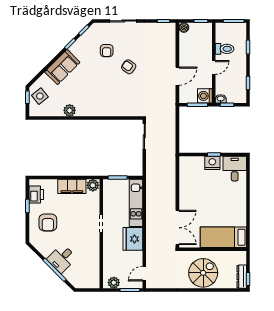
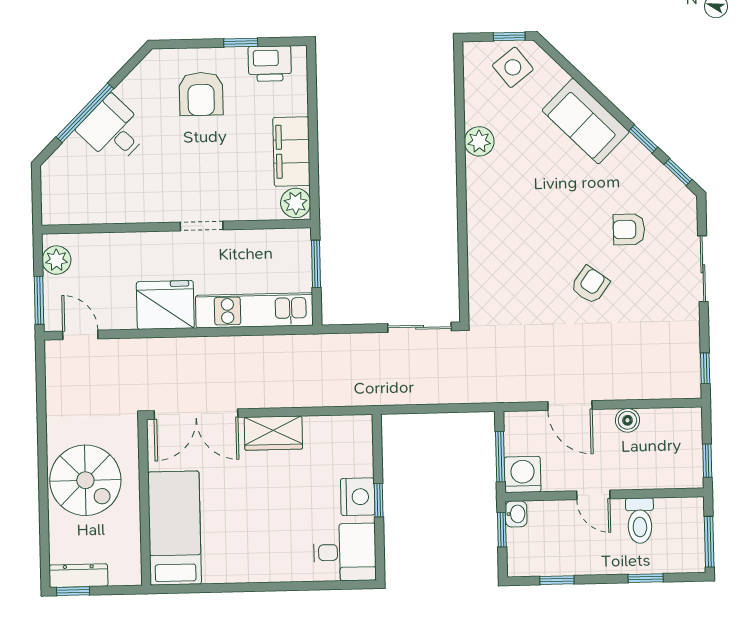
boiler: (184, 27) -> (627, 420), moved
wardrobe: (186, 196) -> (273, 433), added
armchair: (48, 223) -> (201, 94), turned -90

